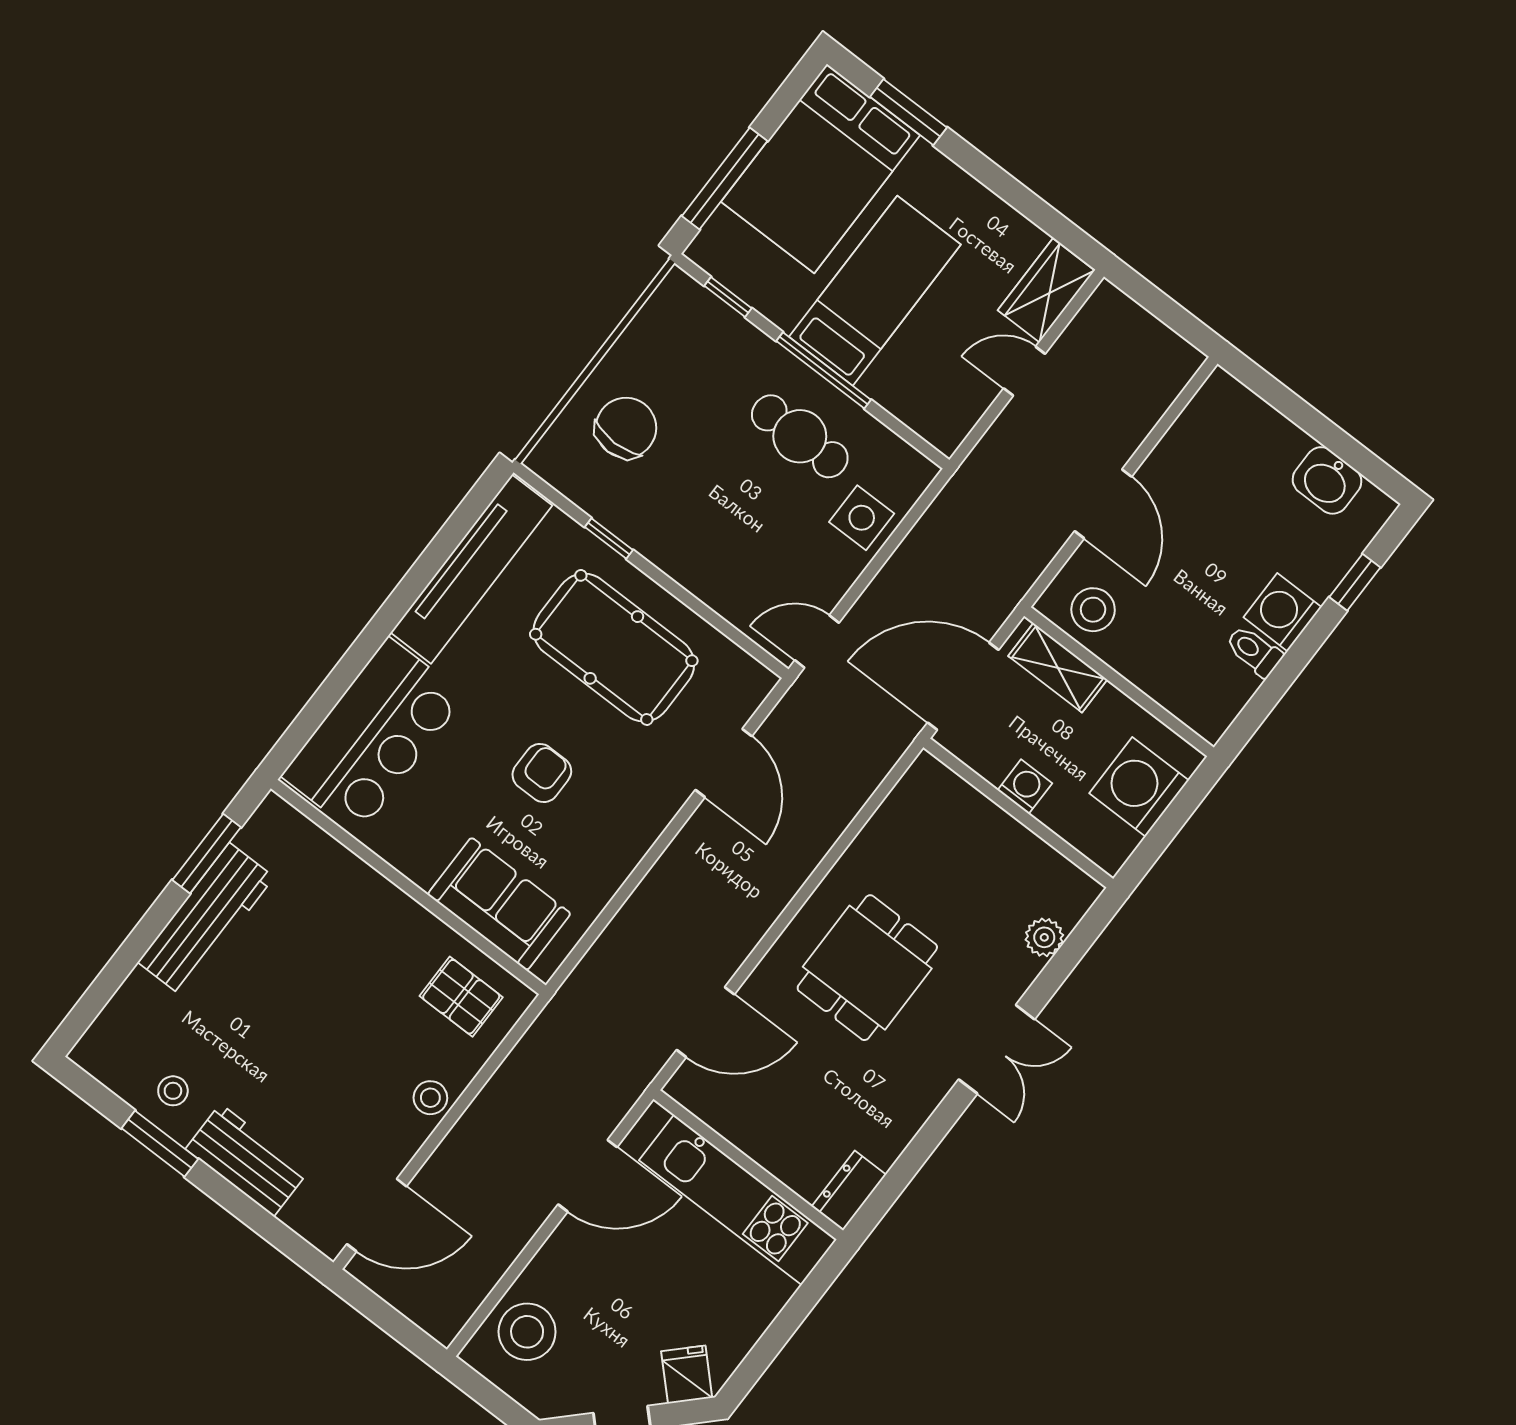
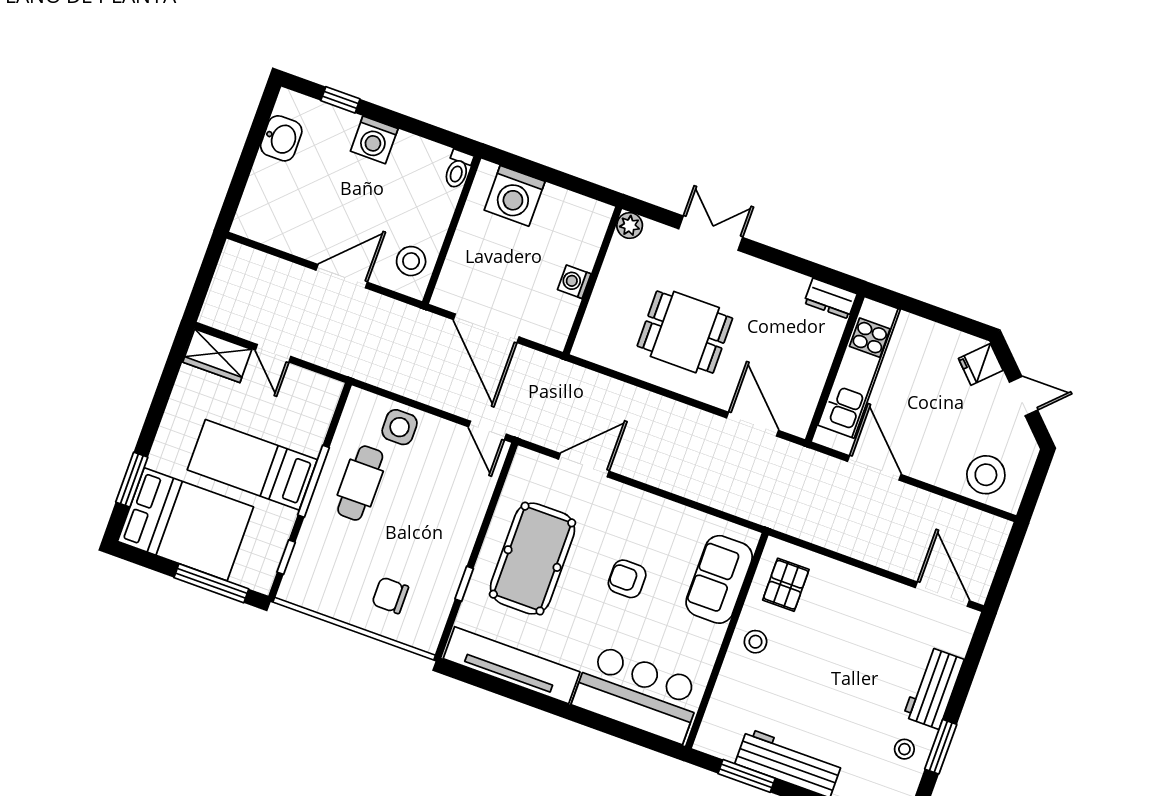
chair: (626, 428) -> (390, 595), width x0.73, depth x0.73
toilet: (1254, 651) -> (458, 169), moved
shelving: (1058, 668) -> (455, 272), removed
washing machine: (1025, 787) -> (574, 282), moved
wall: (1018, 813) -> (592, 281), moved
stool: (430, 1098) -> (755, 642), moved

